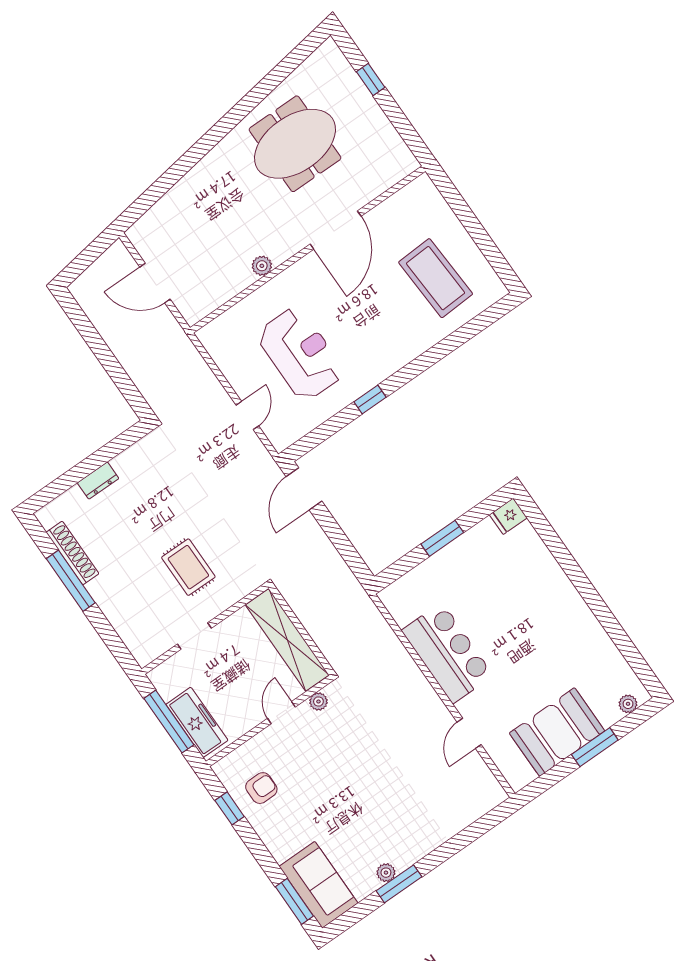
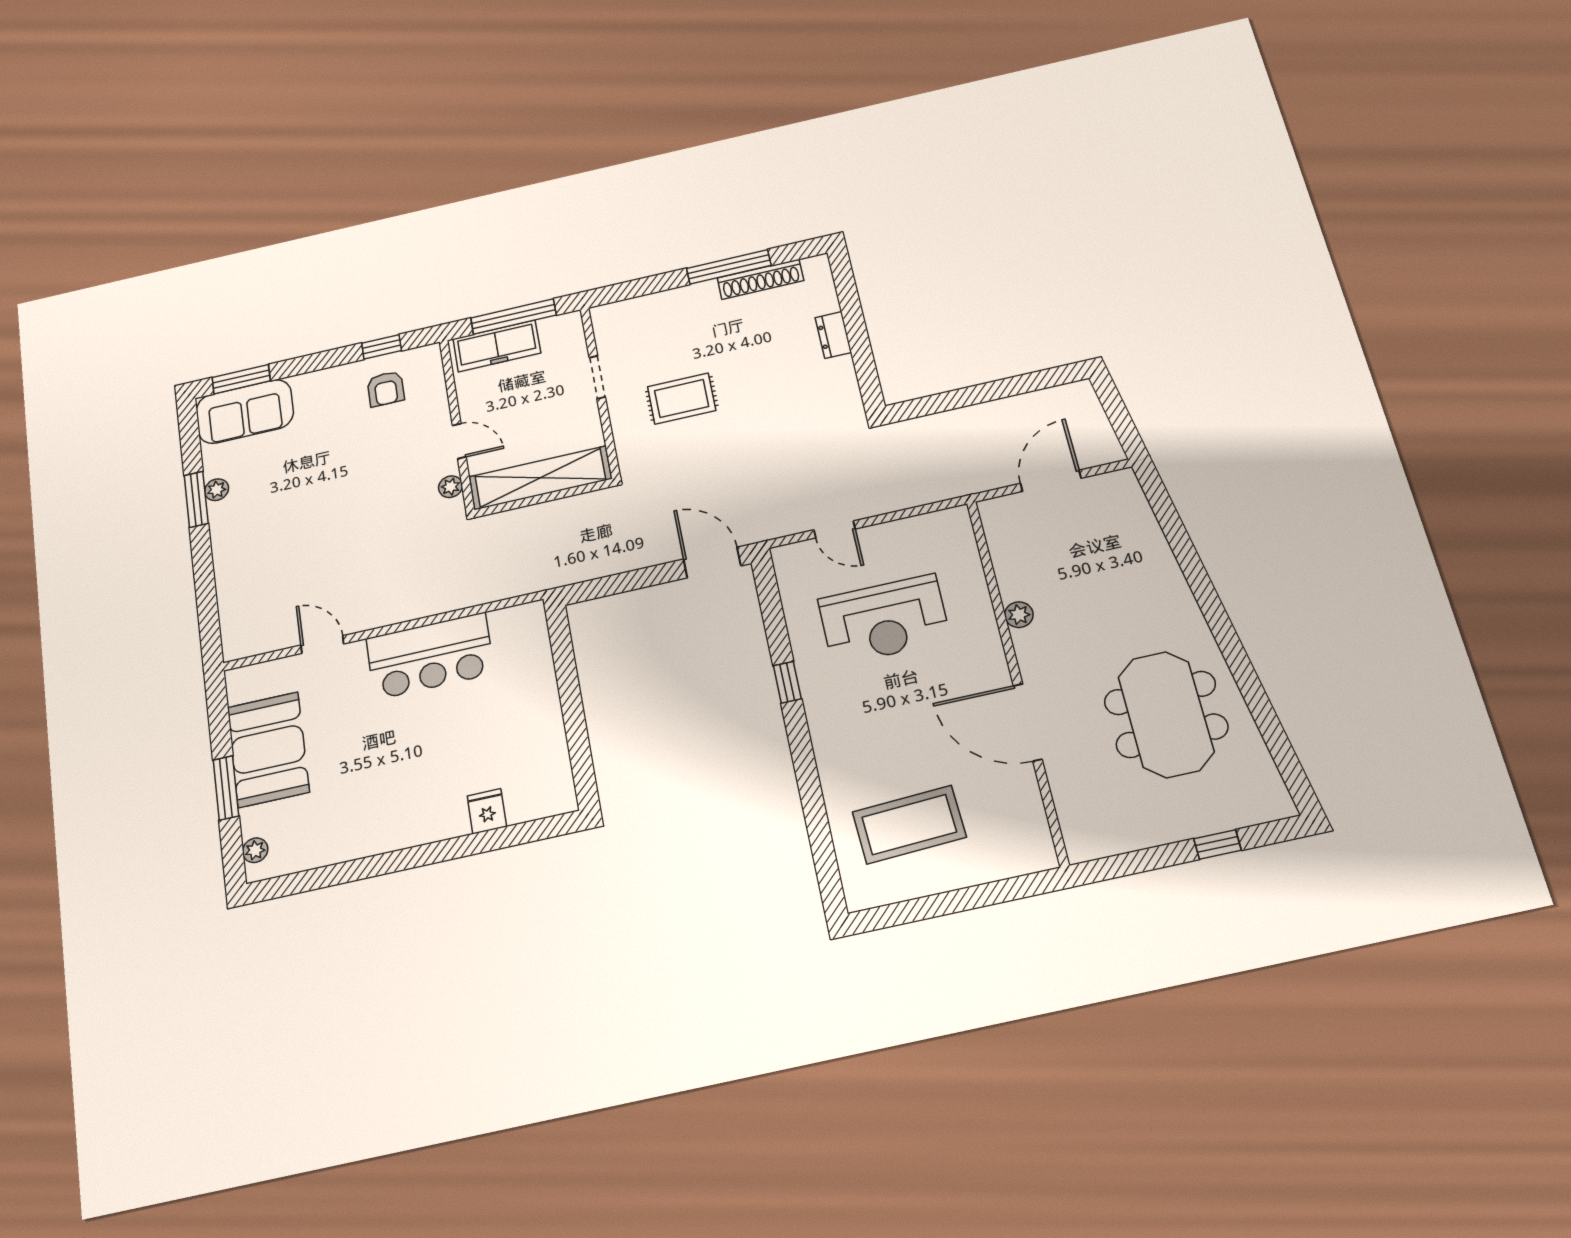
fridge: (508, 516) -> (487, 811), moved
window: (442, 538) -> (572, 704), removed

